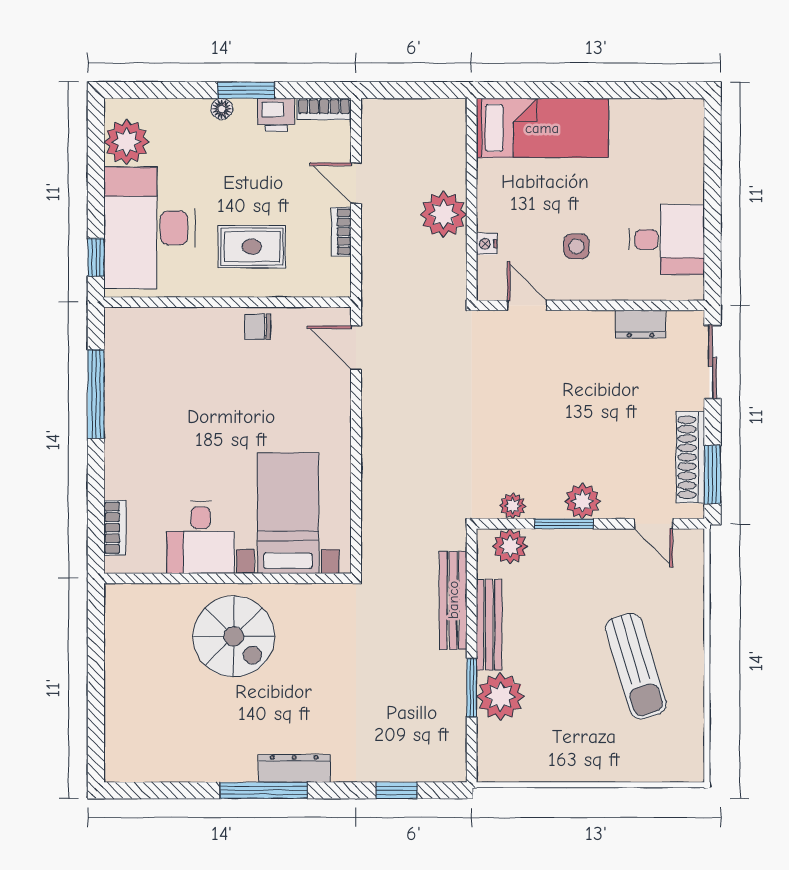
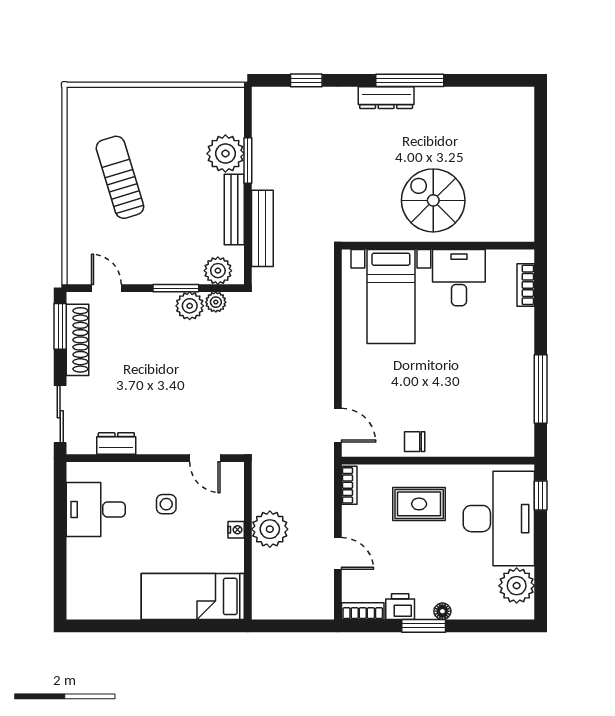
bookcase: (341, 232) -> (349, 485), moved
nightstand: (487, 244) -> (236, 530), moved
chair: (258, 327) -> (415, 442), turned 180
plant: (582, 501) -> (190, 306), moved

